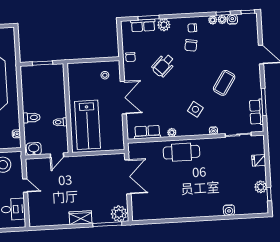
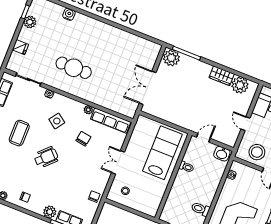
chair: (191, 45) -> (83, 139), moved
wheelchair: (163, 65) -> (46, 157), moved
coffee table: (224, 83) -> (19, 133), turned -33
double door: (123, 98) -> (118, 162), width x0.73
toilet: (31, 118) -> (201, 209), moved
row of seats: (147, 132) -> (111, 121), width x1.48
cafe table: (182, 152) -> (74, 68), moved
plant: (46, 218) -> (240, 85), added
wardrobe: (81, 218) -> (222, 76), moved

